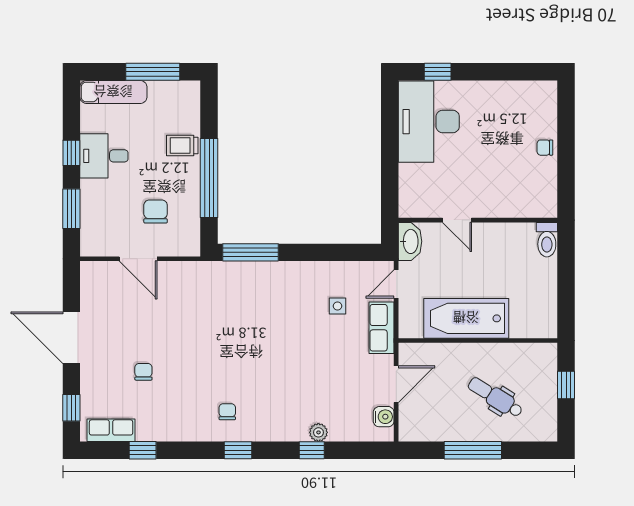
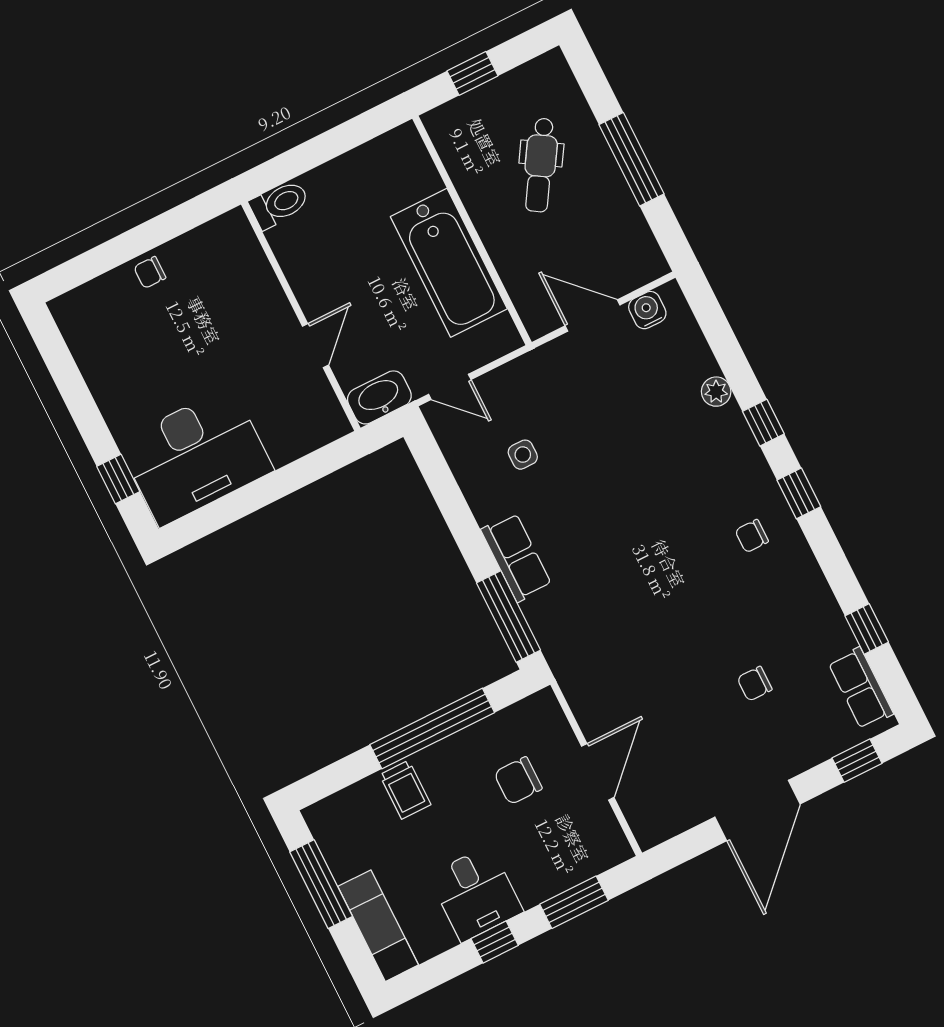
chair: (545, 148) -> (150, 272), turned 90
row of seats: (382, 328) -> (516, 557), moved, turned -90
window: (312, 450) -> (763, 423), moved

